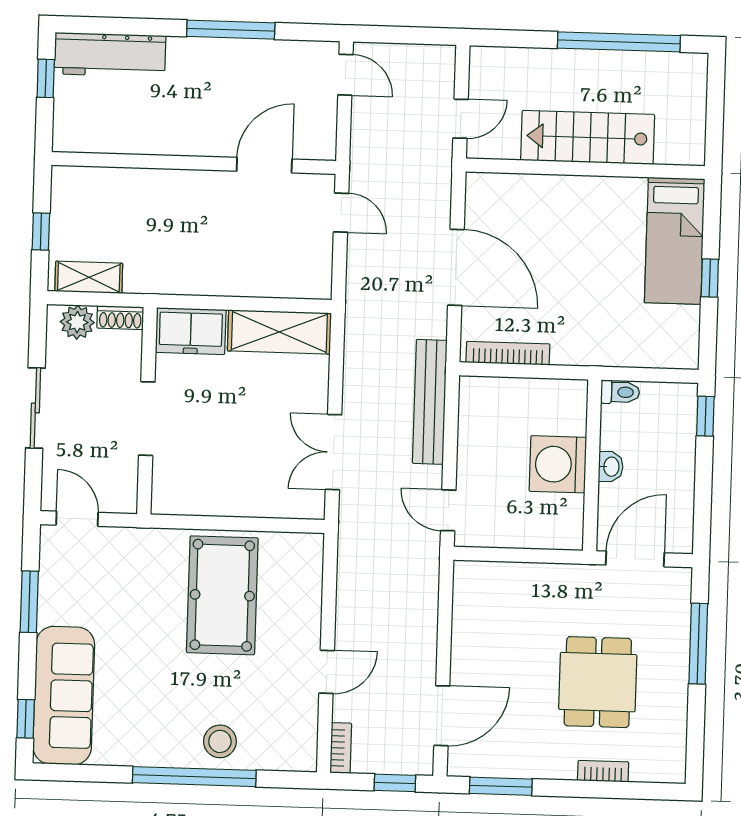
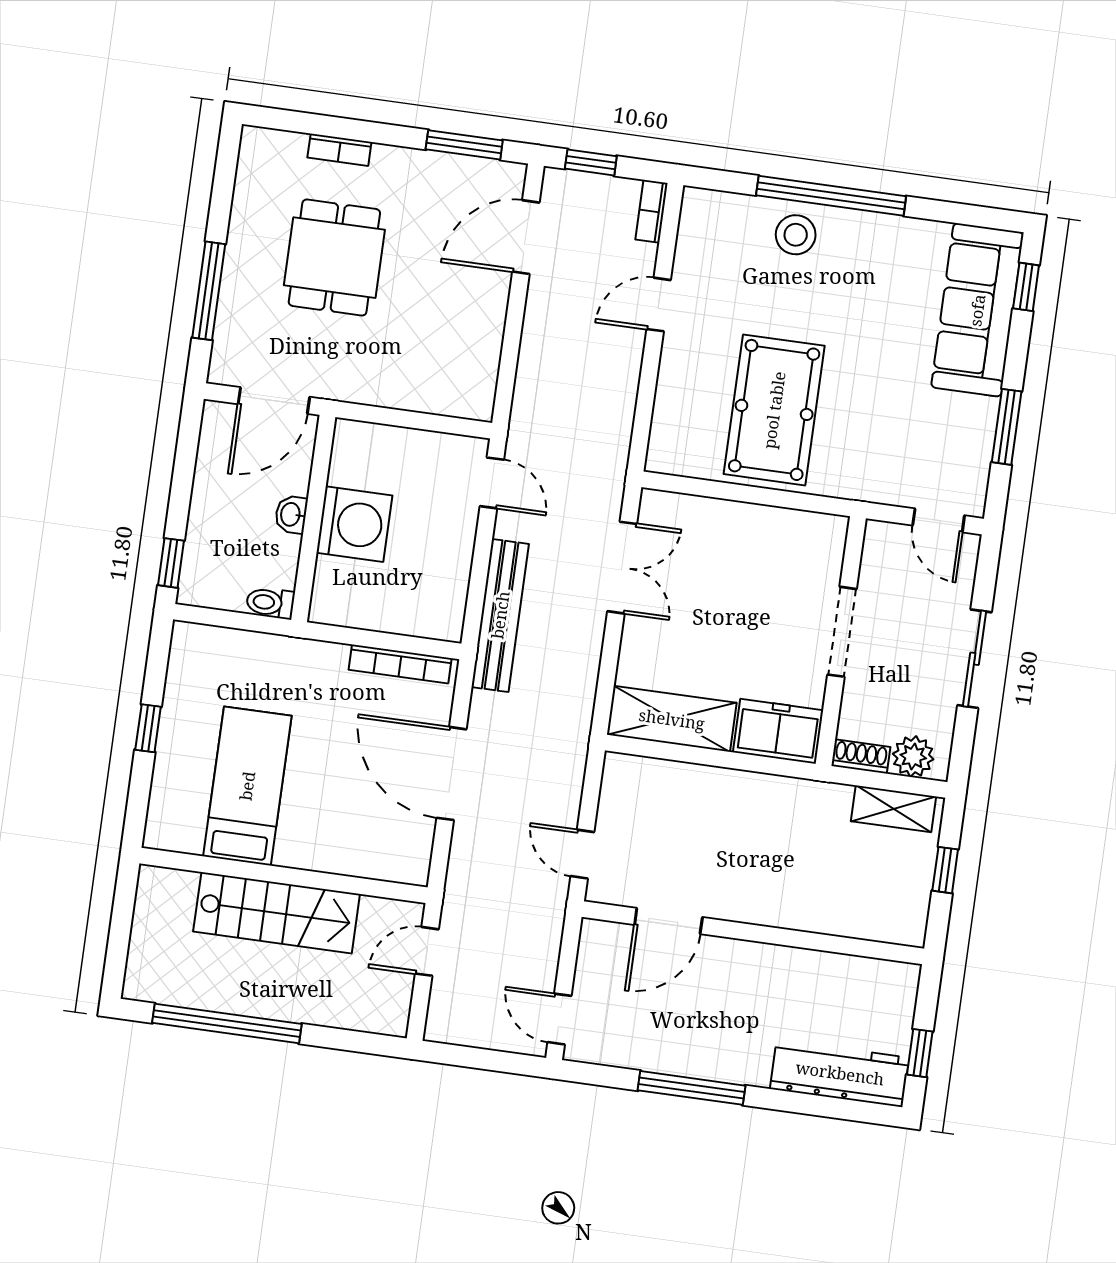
bed: (675, 241) -> (247, 786), moved

